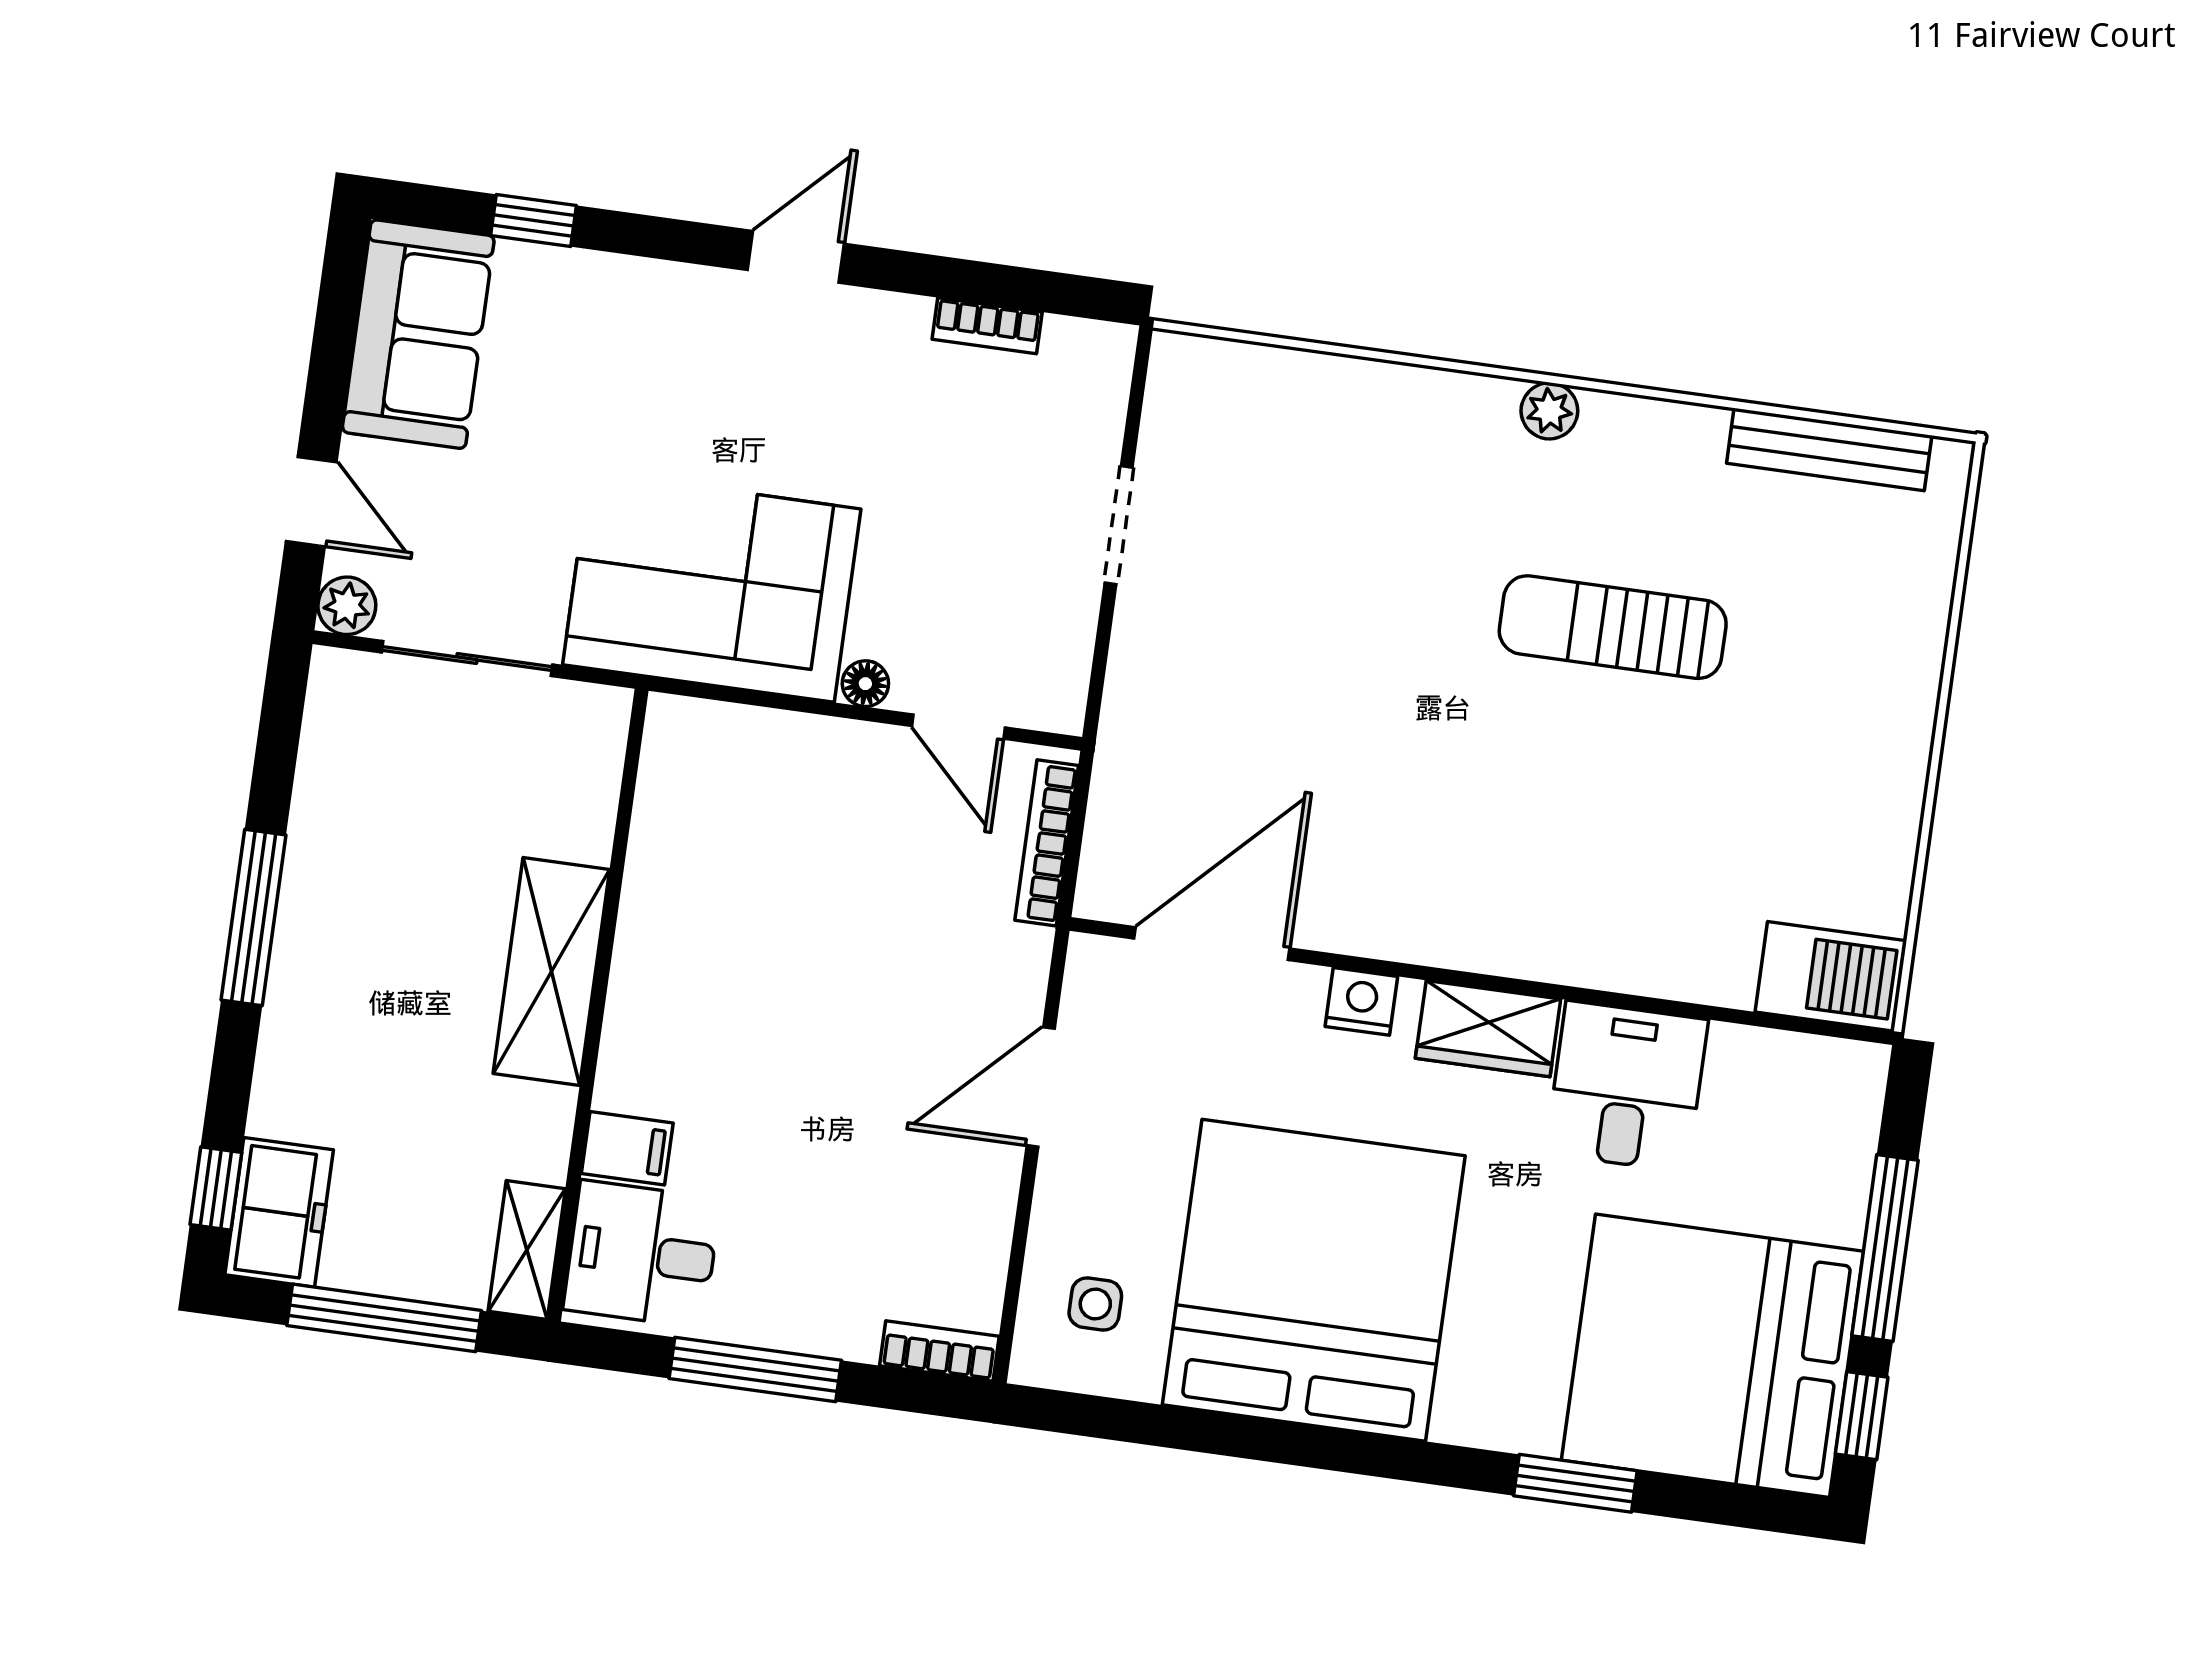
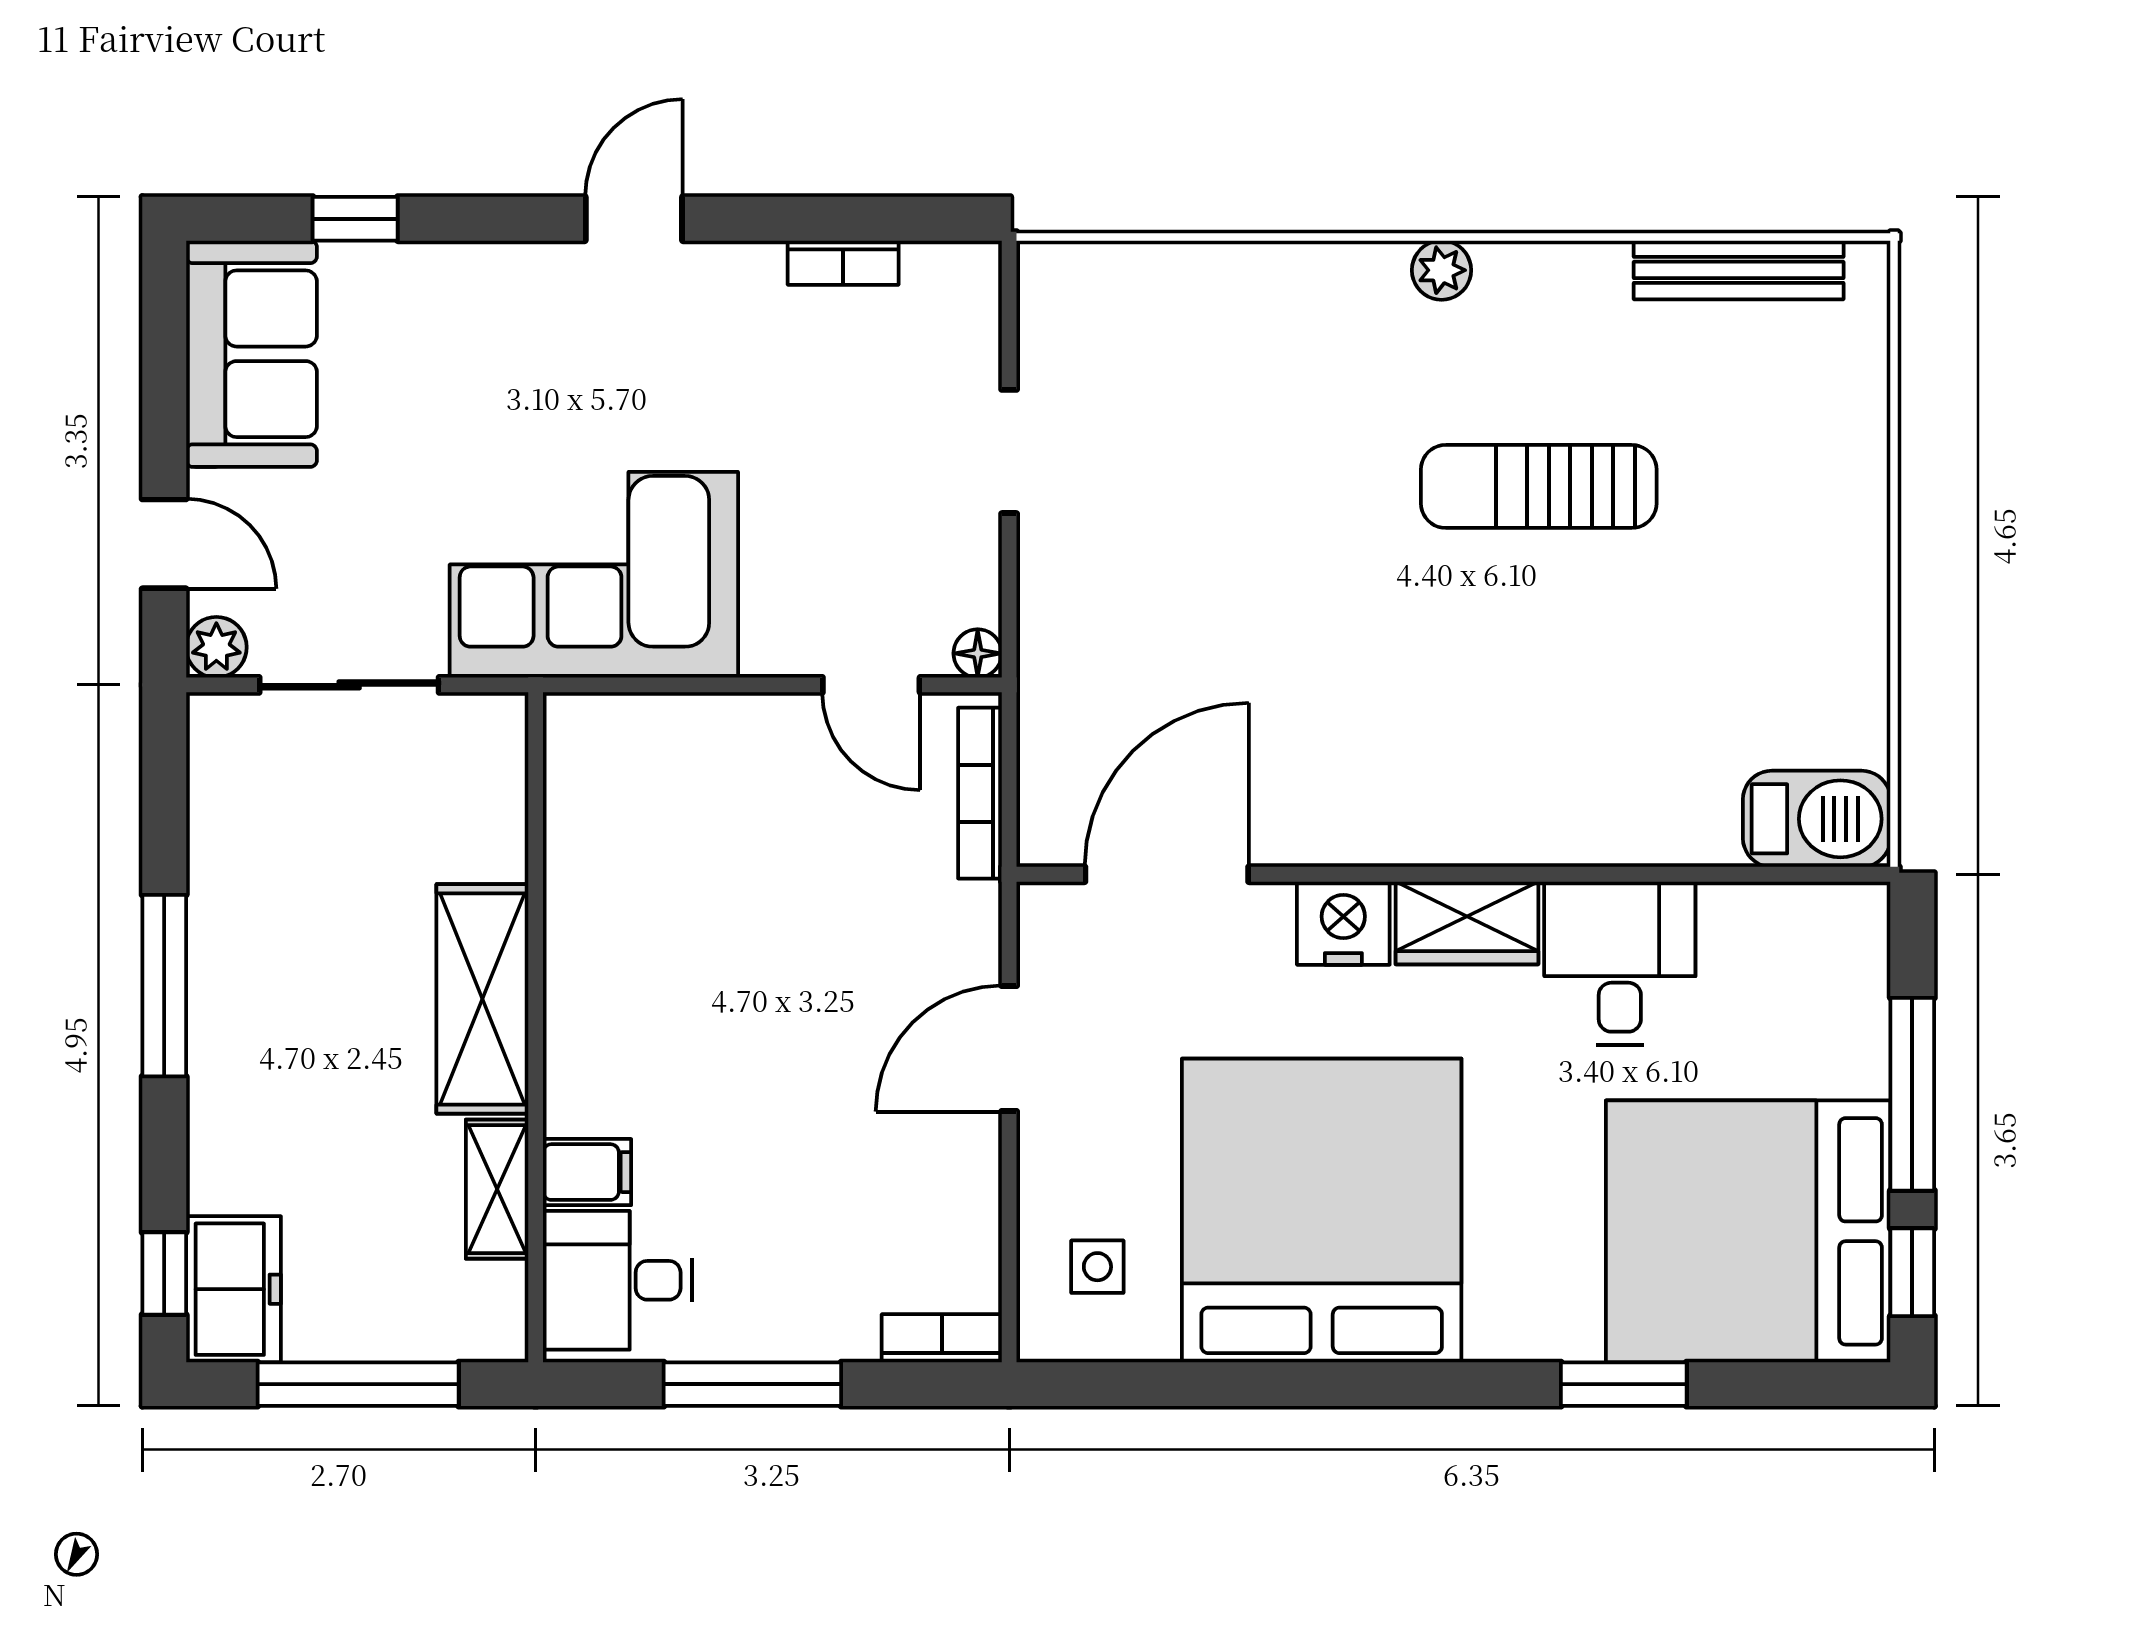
floor lamp: (865, 684) -> (978, 653), moved
nightstand: (1361, 1001) -> (1343, 923), width x1.36, depth x1.33
shelving: (527, 1250) -> (497, 1189), moved

